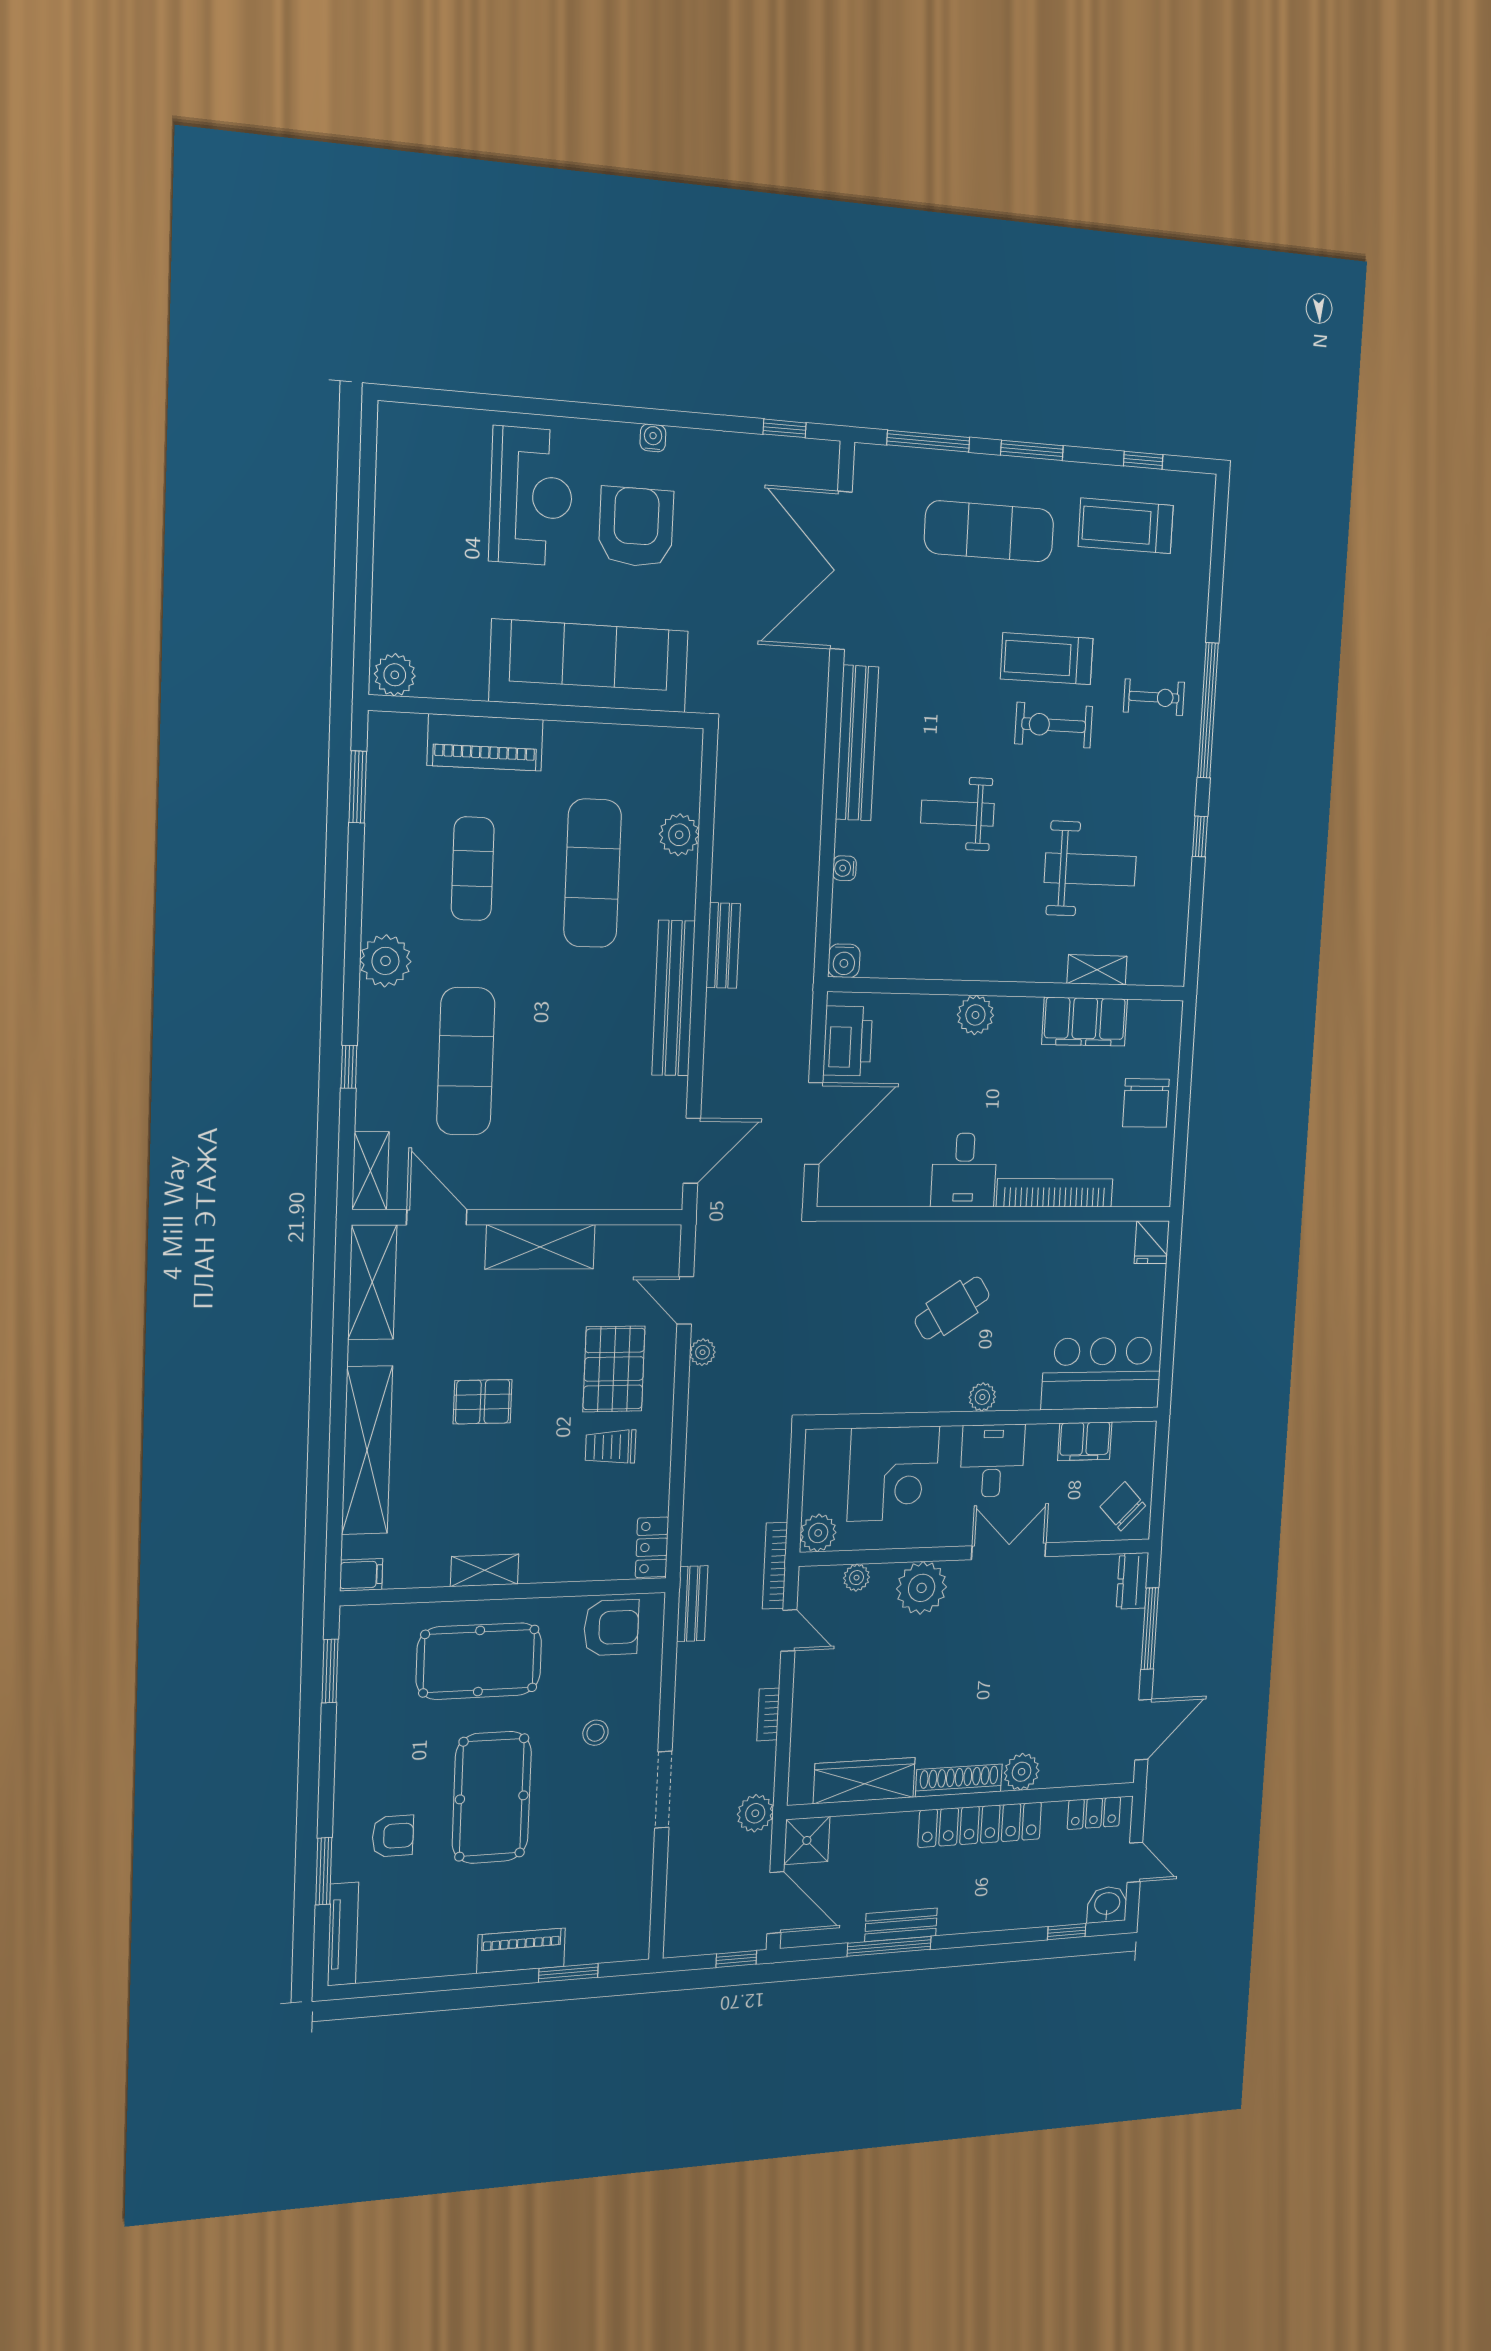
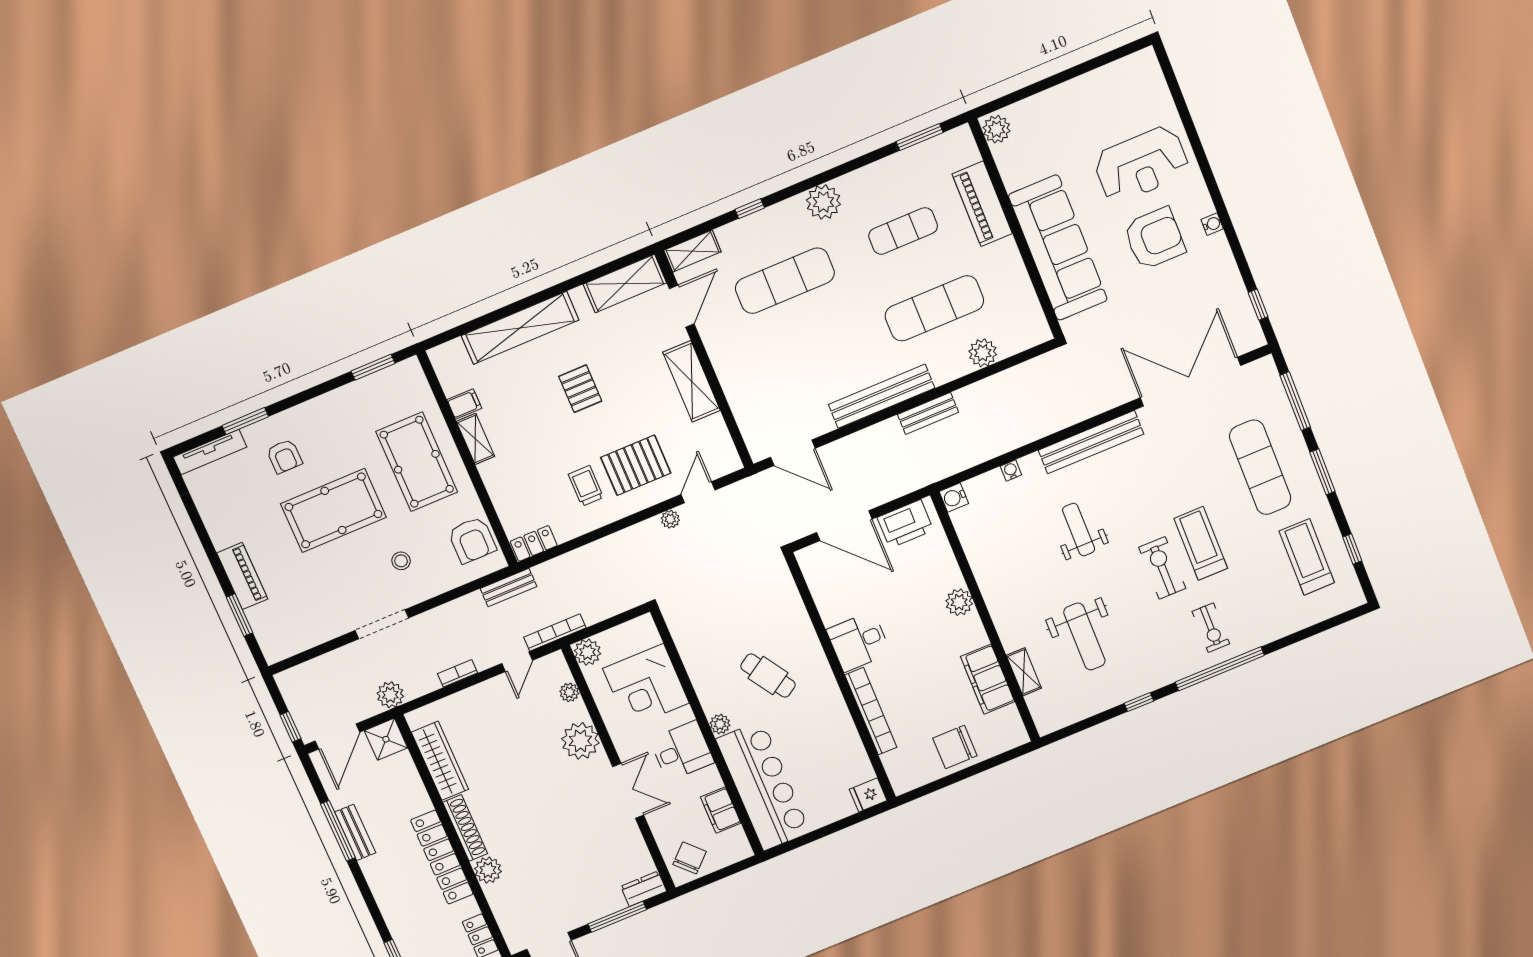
bar counter: (1102, 1373) -> (763, 786), width x1.36
filing cabinet: (361, 1575) -> (464, 404), moved, turned -90

